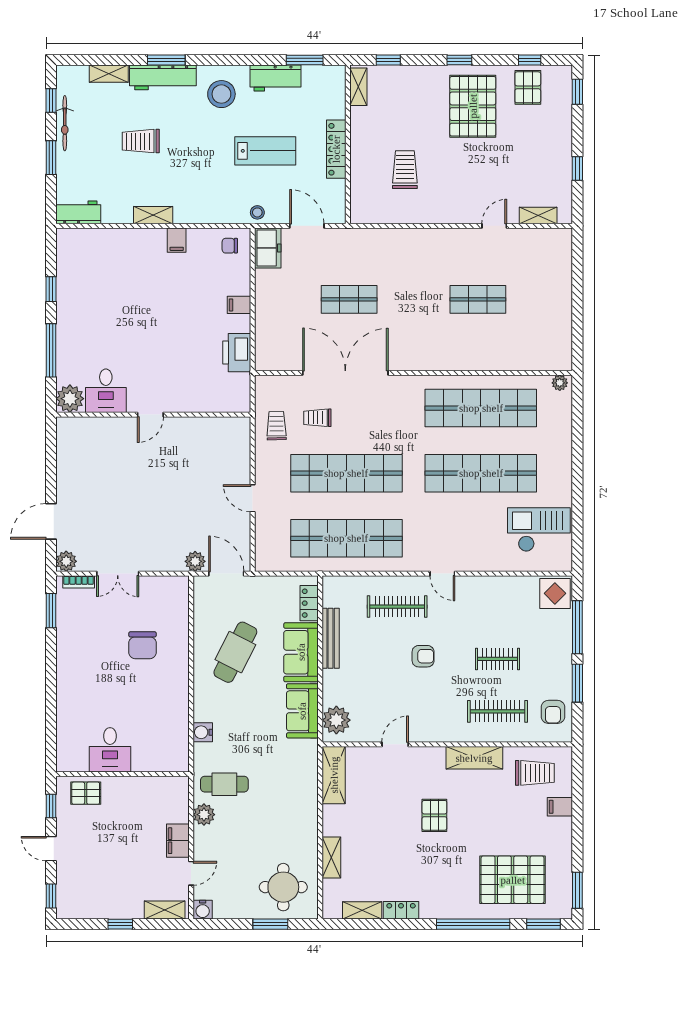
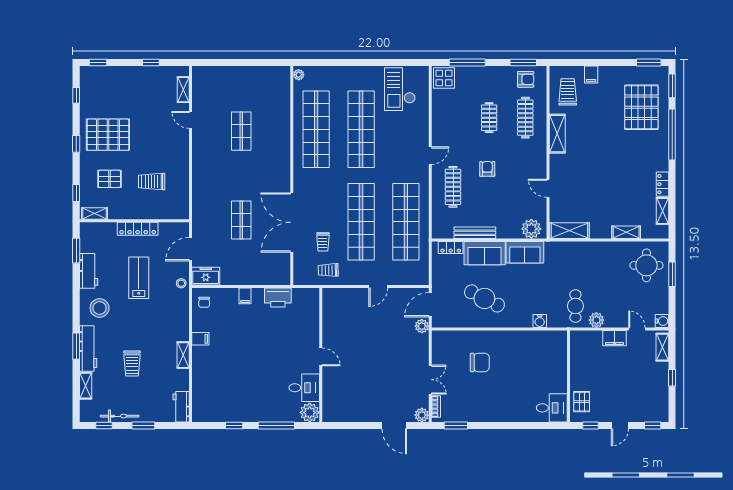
pallet: (528, 87) -> (110, 179), moved
window: (577, 683) -> (523, 63), moved
desk: (110, 750) -> (552, 408), moved
pallet: (434, 815) -> (597, 161), removed

